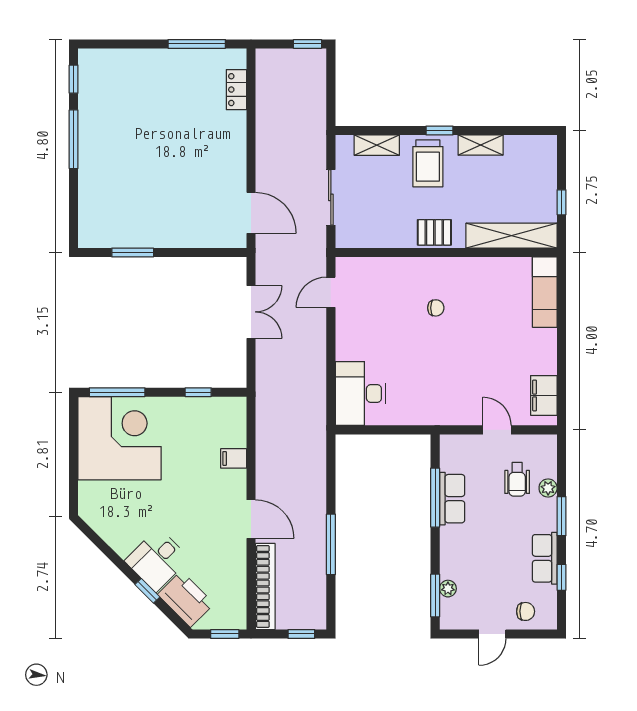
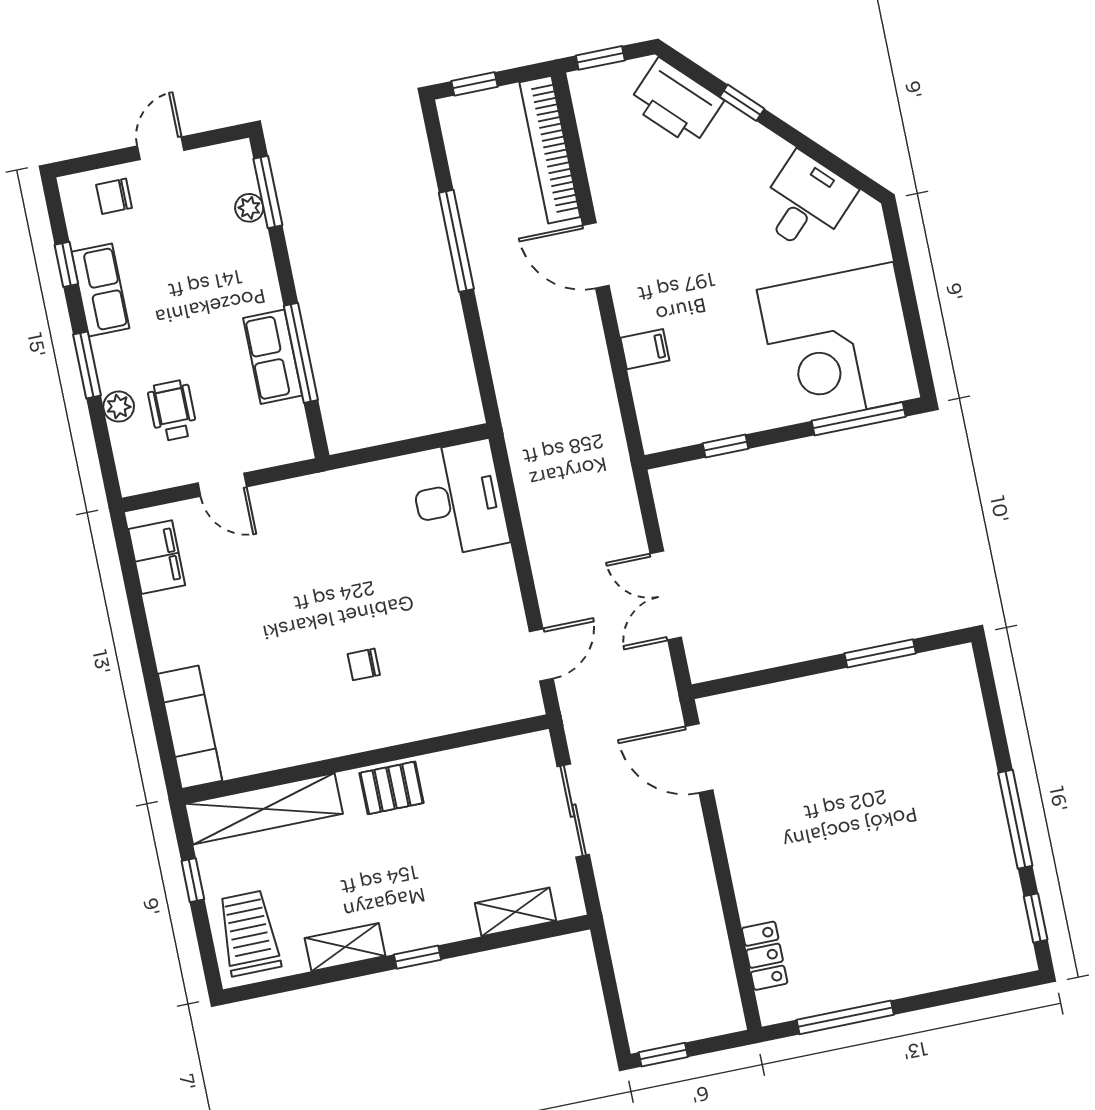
trolley: (428, 163) -> (249, 933), moved
desk: (157, 560) -> (806, 203), moved

